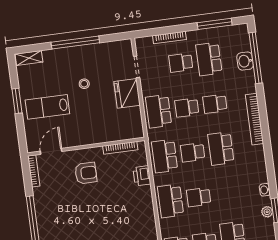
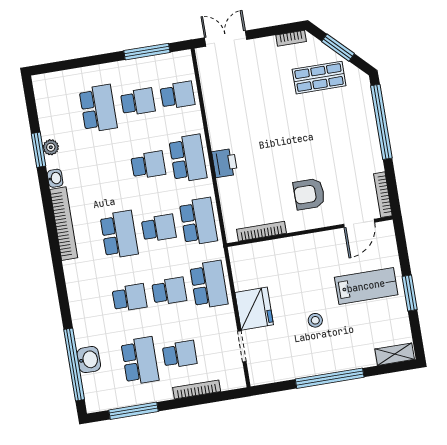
bookcase: (255, 119) -> (64, 224), moved
printer: (142, 176) -> (225, 163), moved

